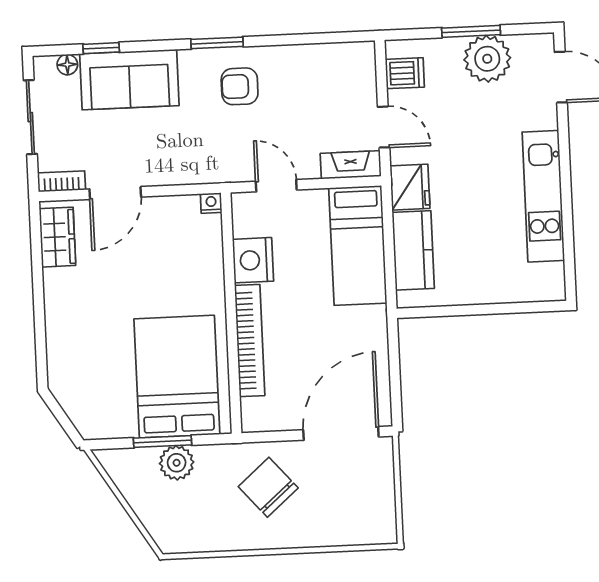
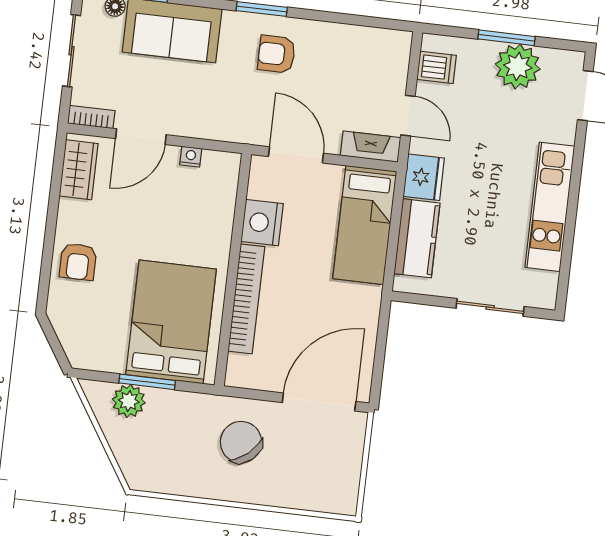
door: (276, 186) -> (296, 155), width x1.38
nightstand: (211, 203) -> (191, 157), moved
sliding door: (499, 309) -> (490, 307), added
armchair: (72, 331) -> (78, 262), added
plant: (177, 463) -> (129, 401), moved

